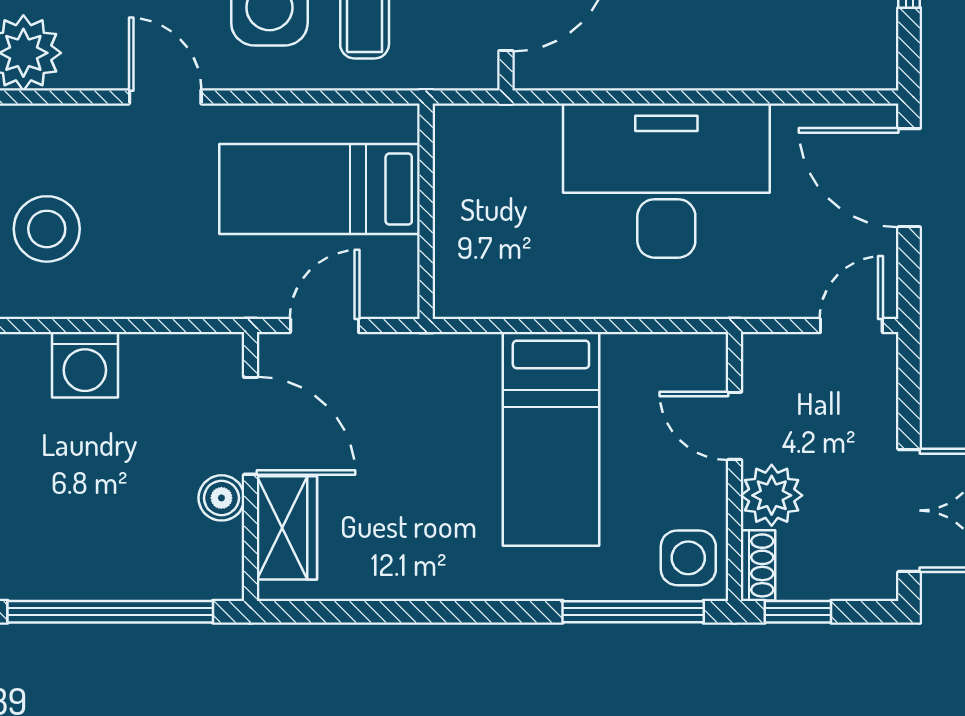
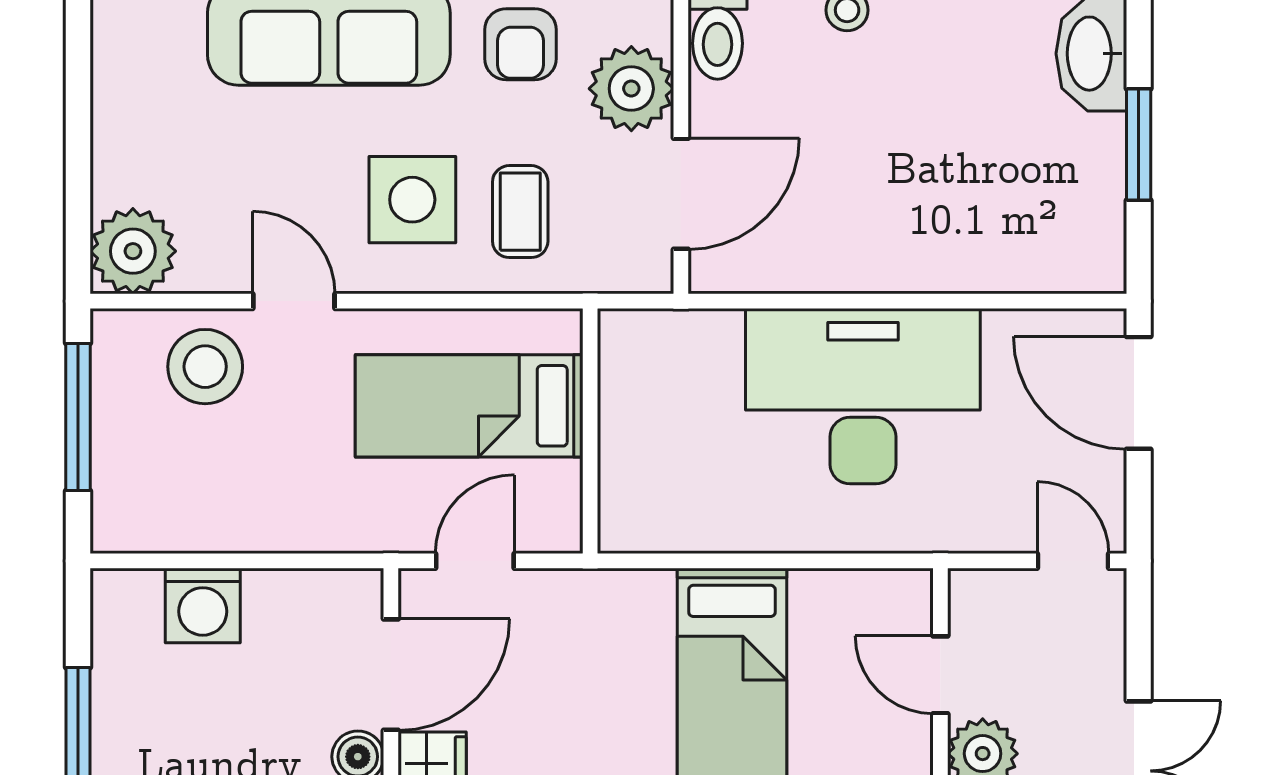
stool: (47, 229) -> (205, 367), moved
door: (851, 326) -> (1073, 561), hinge flipped
door: (251, 426) -> (391, 675), hinge flipped

